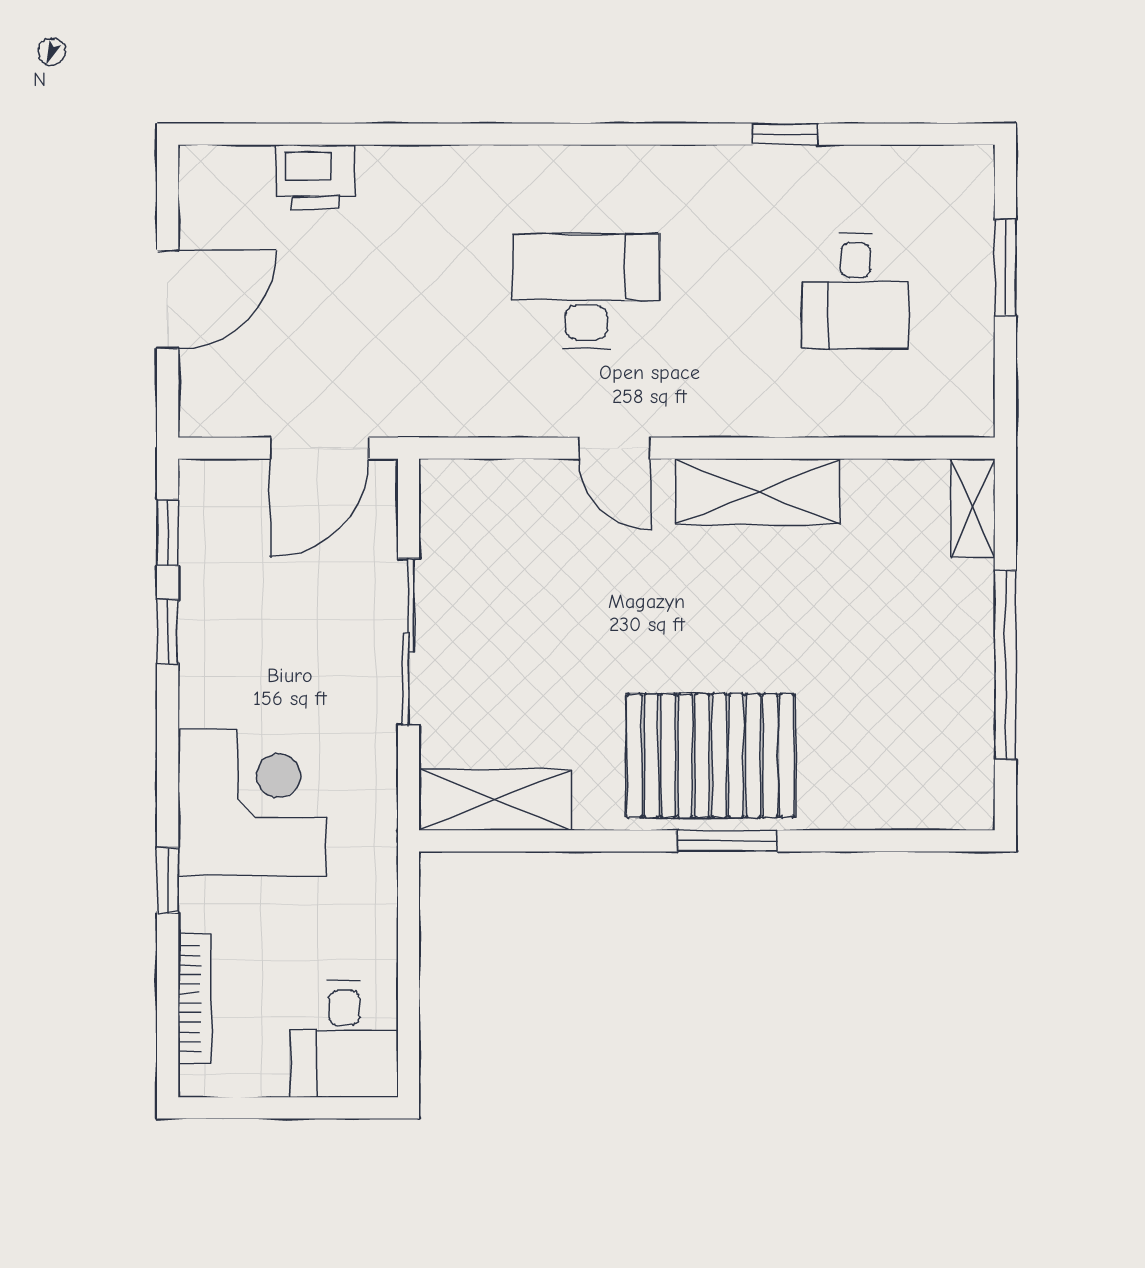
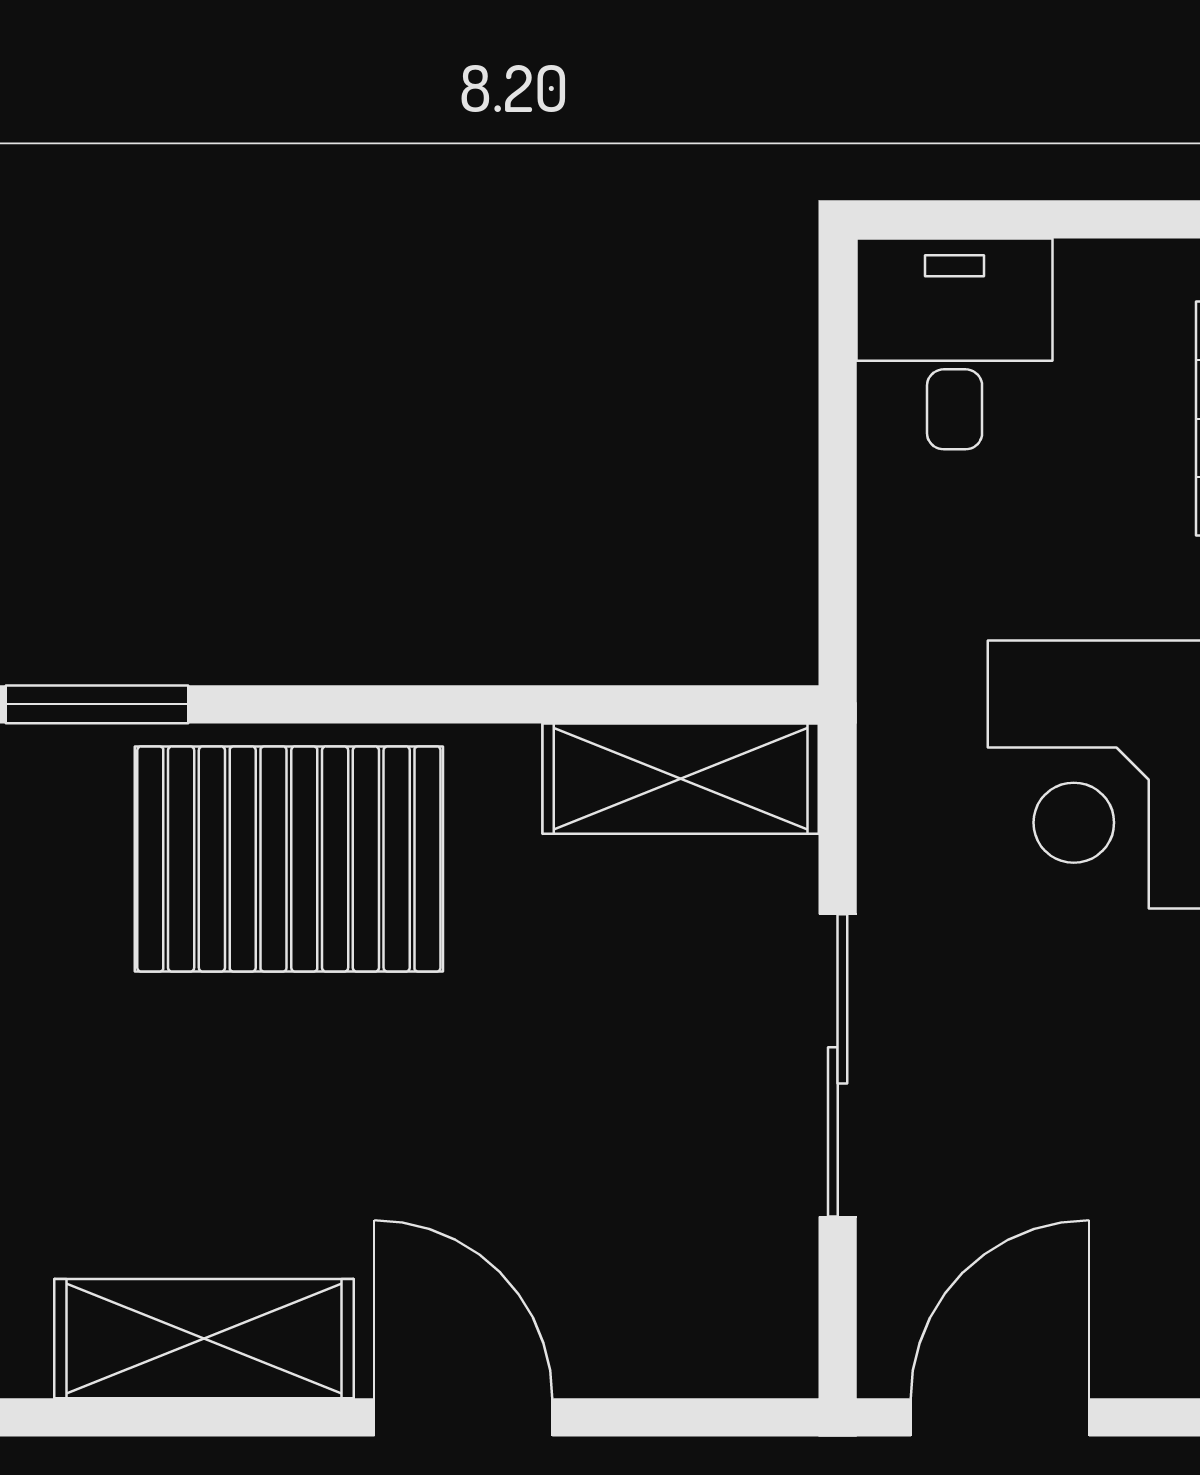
door: (615, 448) -> (463, 1417), width x1.38
window: (727, 841) -> (97, 704), moved

